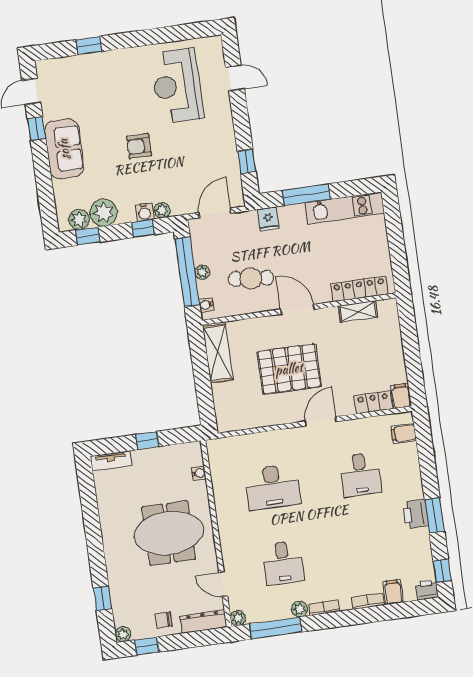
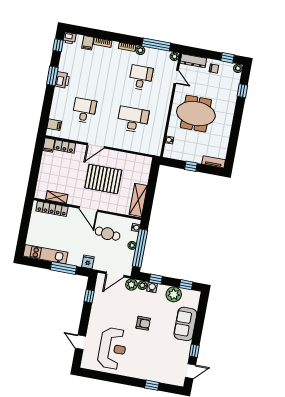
sofa: (64, 149) -> (185, 324), moved
plant: (79, 219) -> (131, 285), moved

